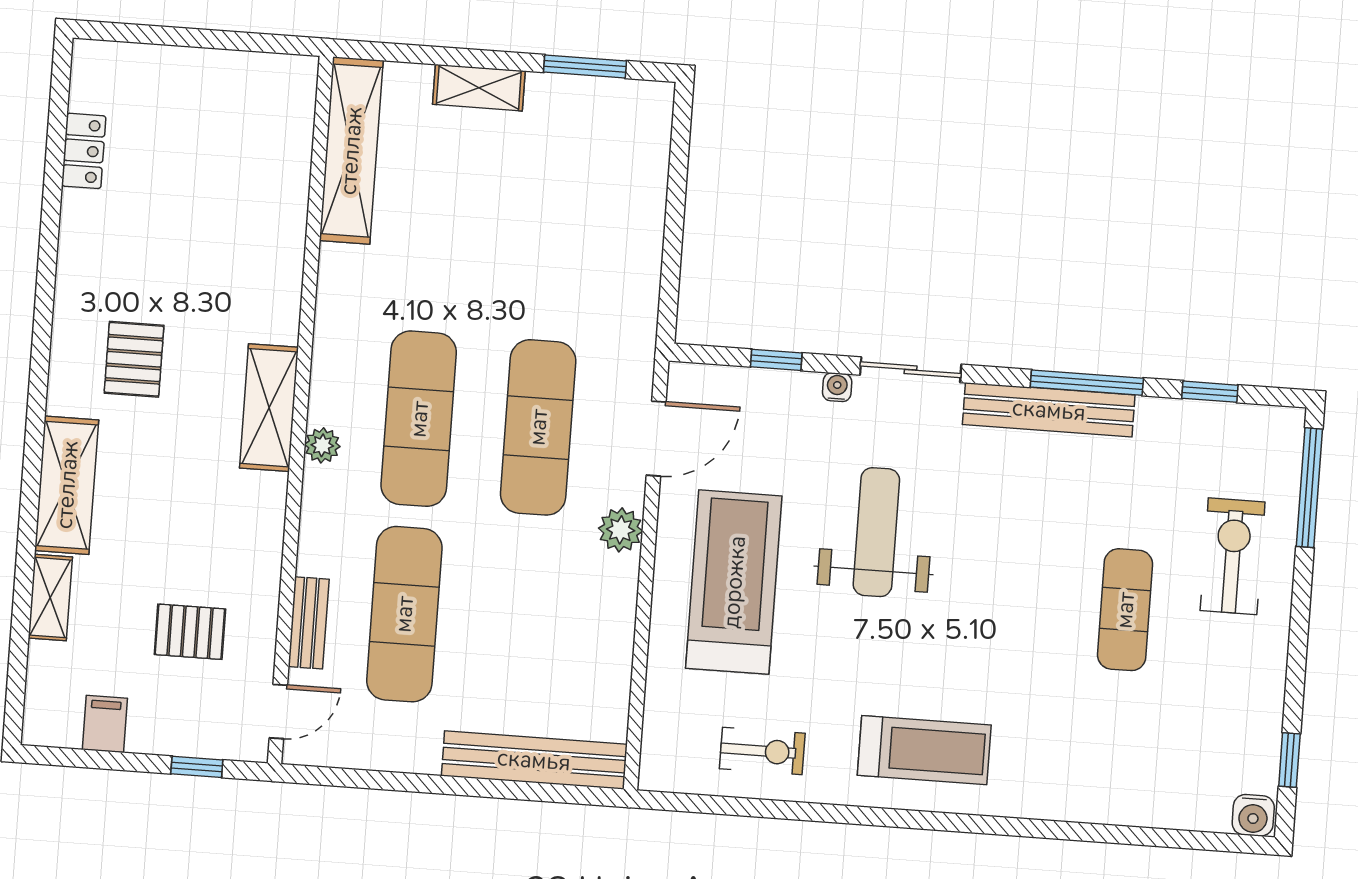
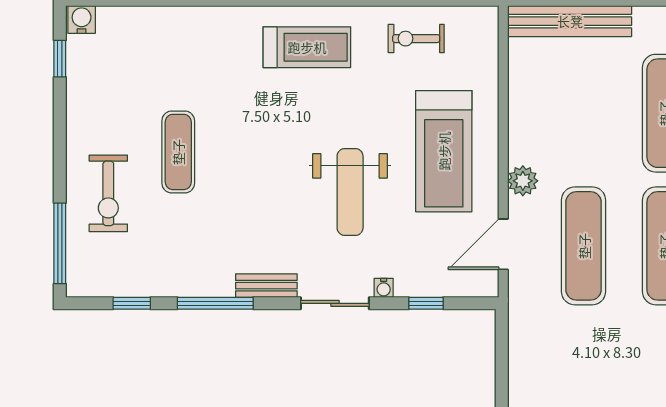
bench: (1049, 410) -> (266, 286), width x0.54, depth x0.82
treadmill: (924, 750) -> (307, 47), turned 180

